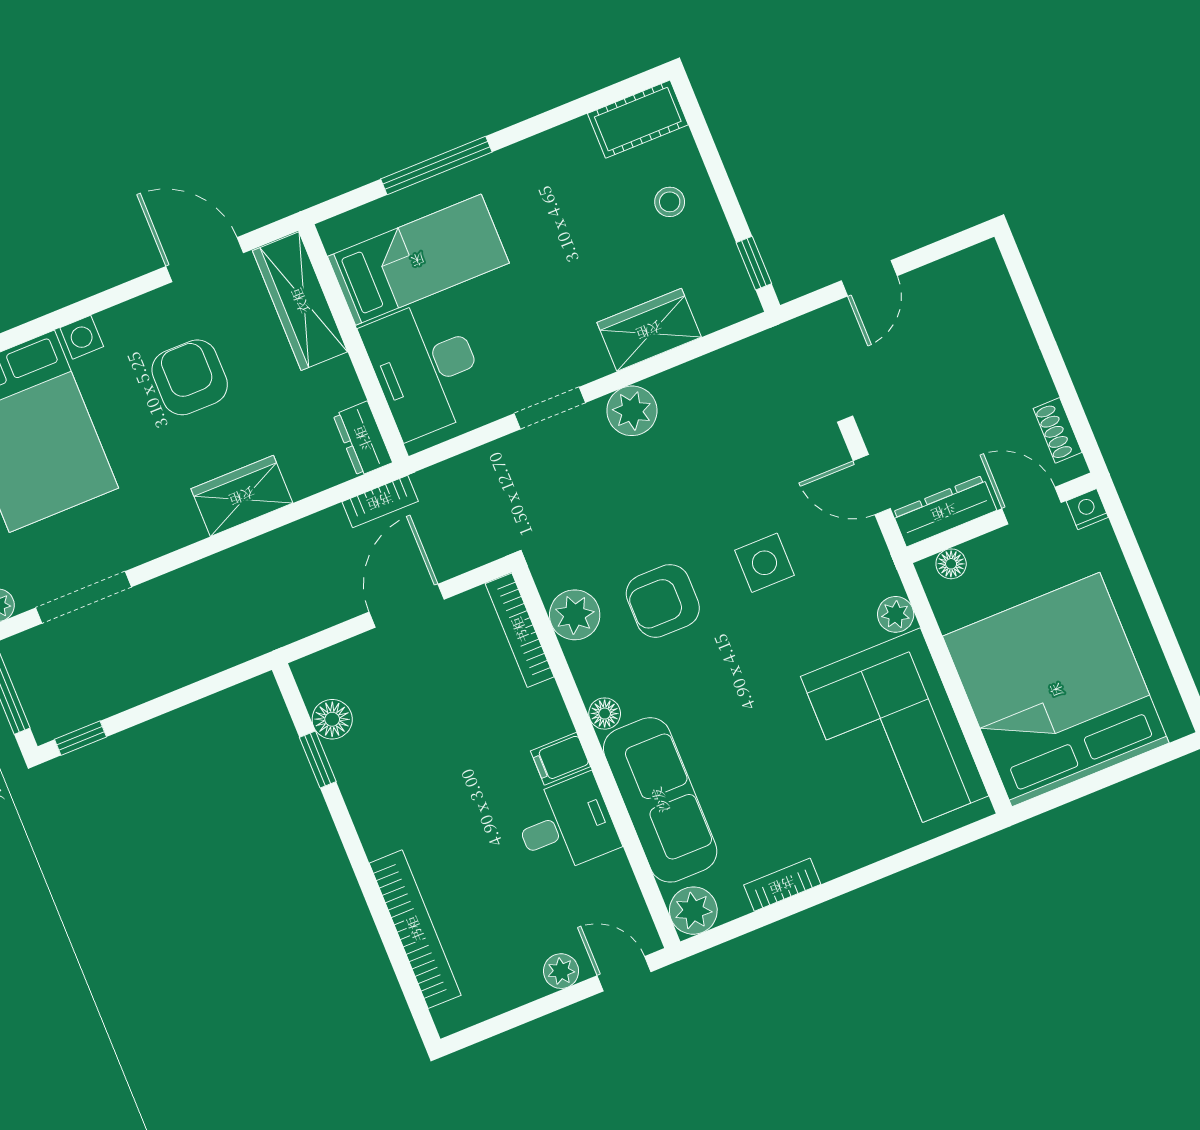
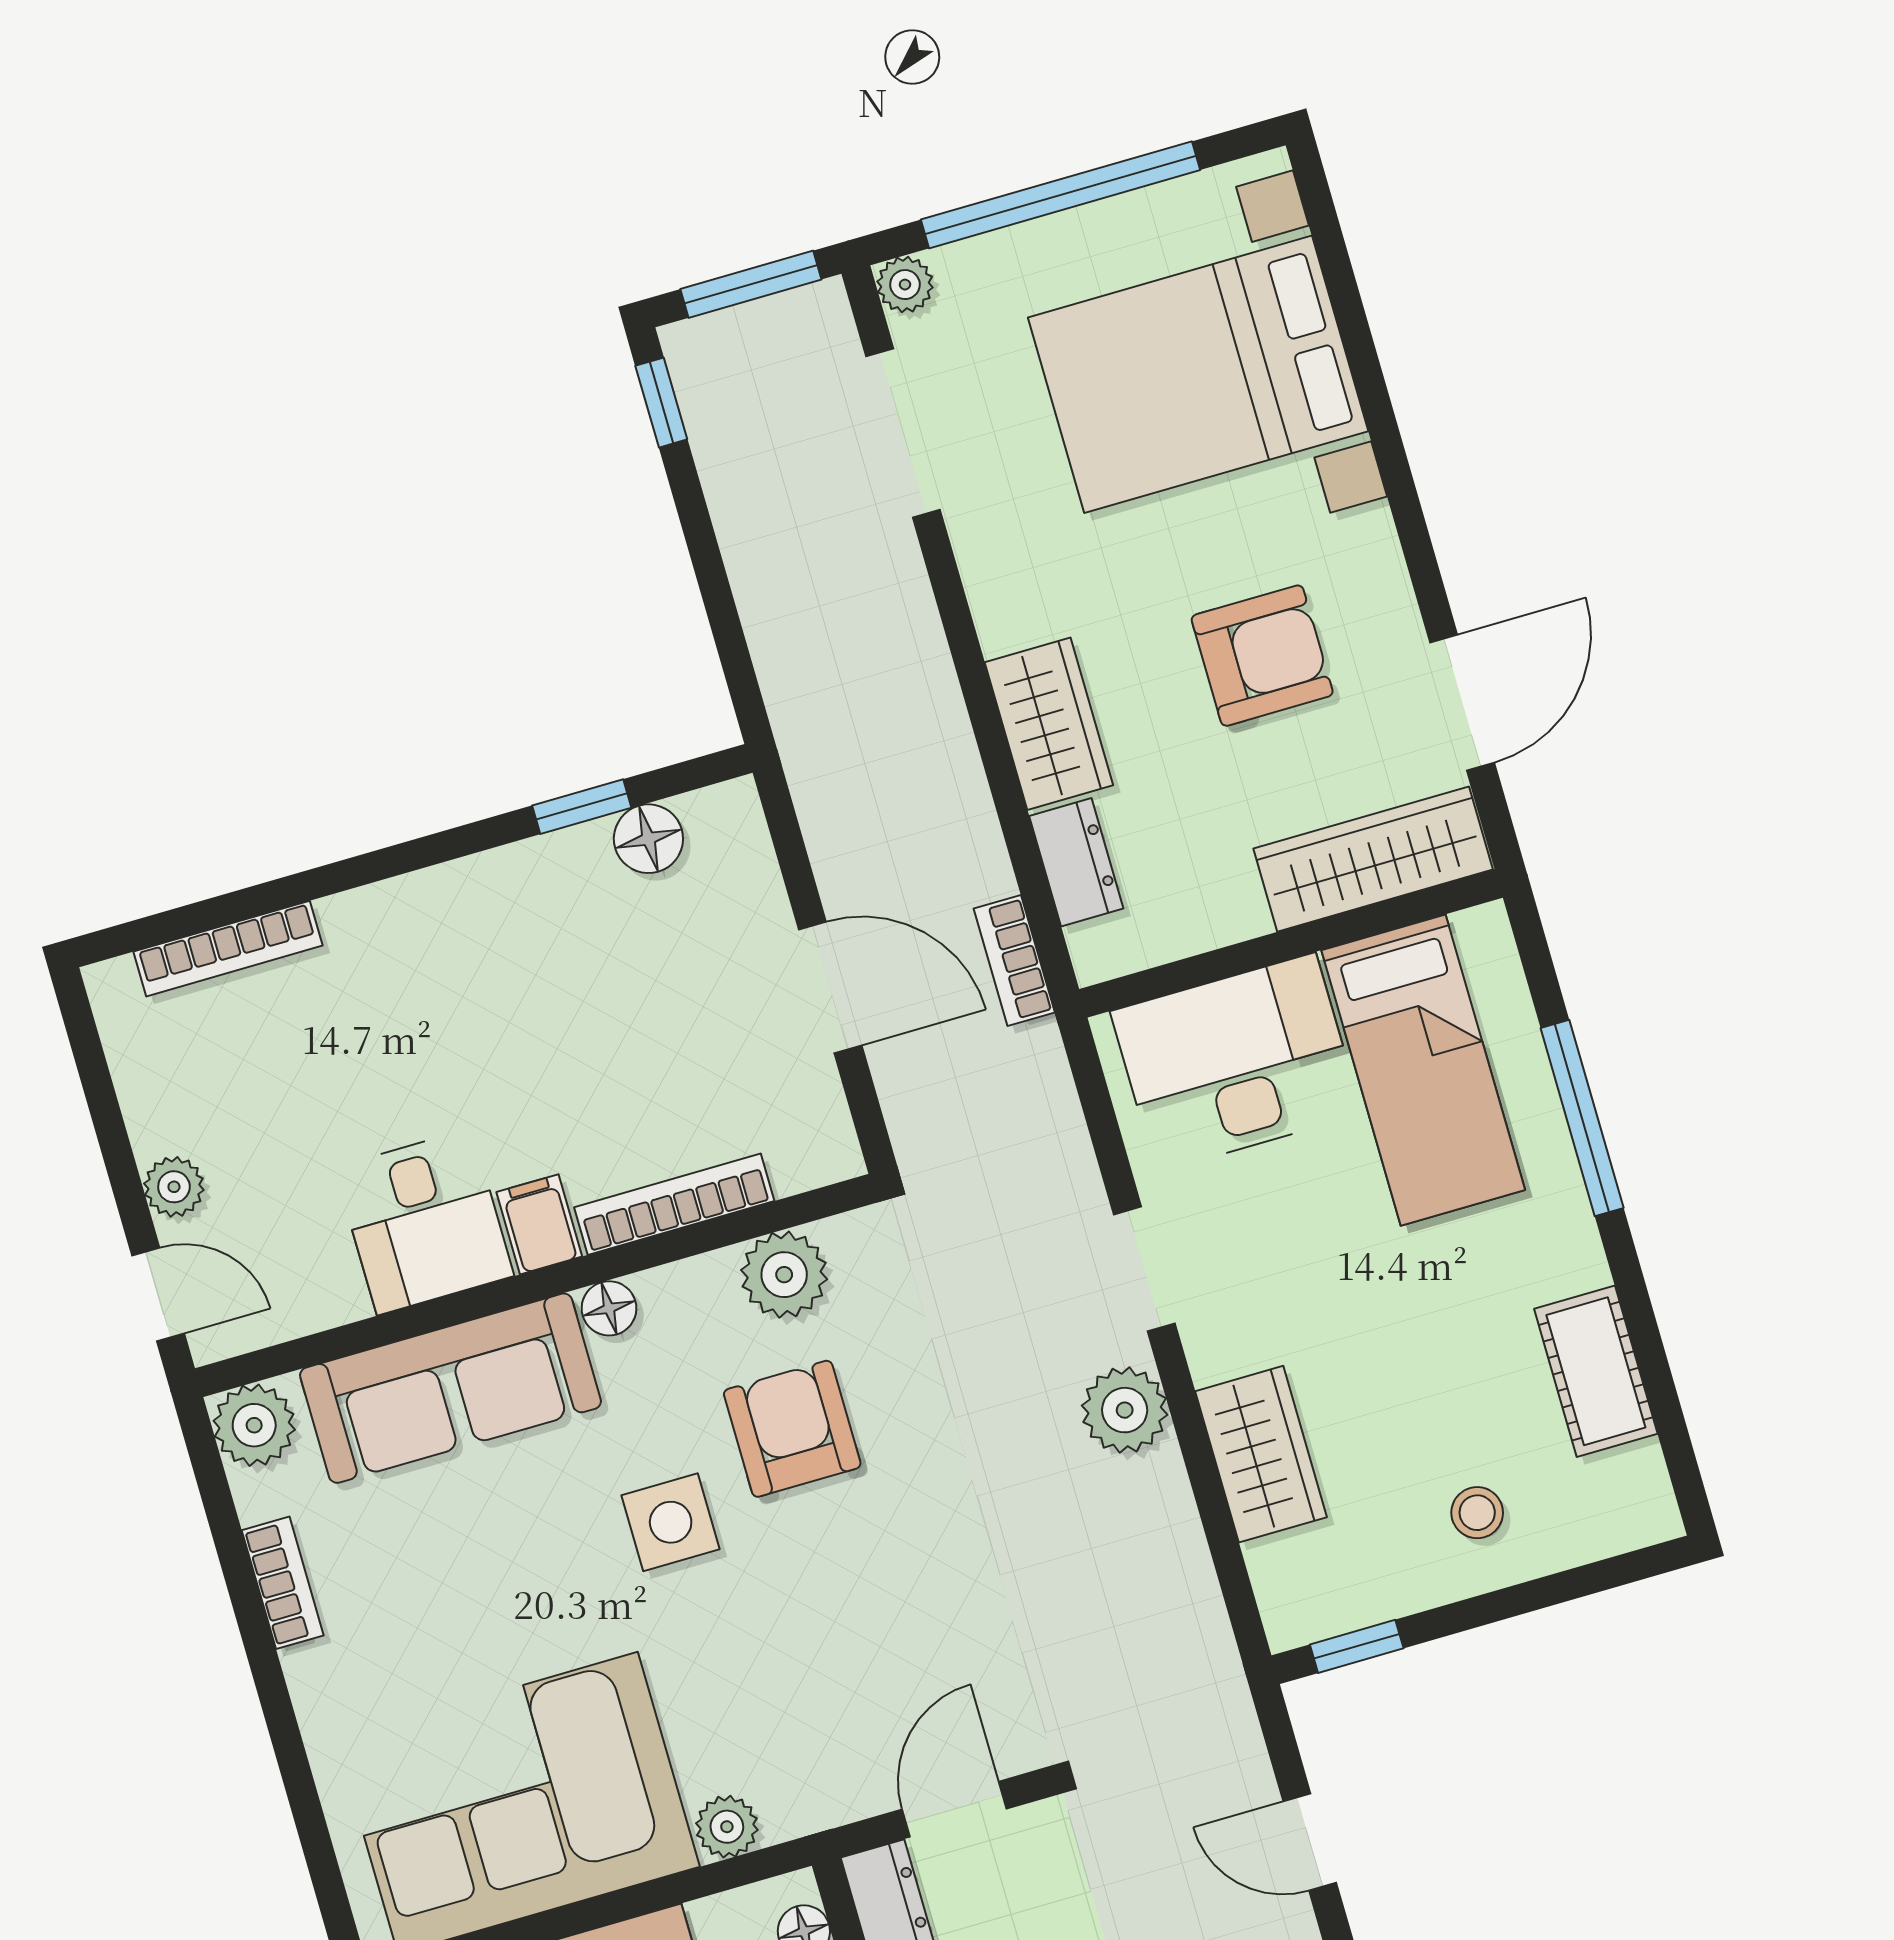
cot: (638, 119) -> (1596, 1371), moved
dresser: (363, 439) -> (1076, 862), moved, turned 90
side table: (764, 563) -> (671, 1522), moved
bookcase: (520, 630) -> (674, 1204), moved
bookcase: (415, 929) -> (228, 949), width x0.68, depth x0.76
door: (624, 974) -> (158, 1294), hinge flipped

